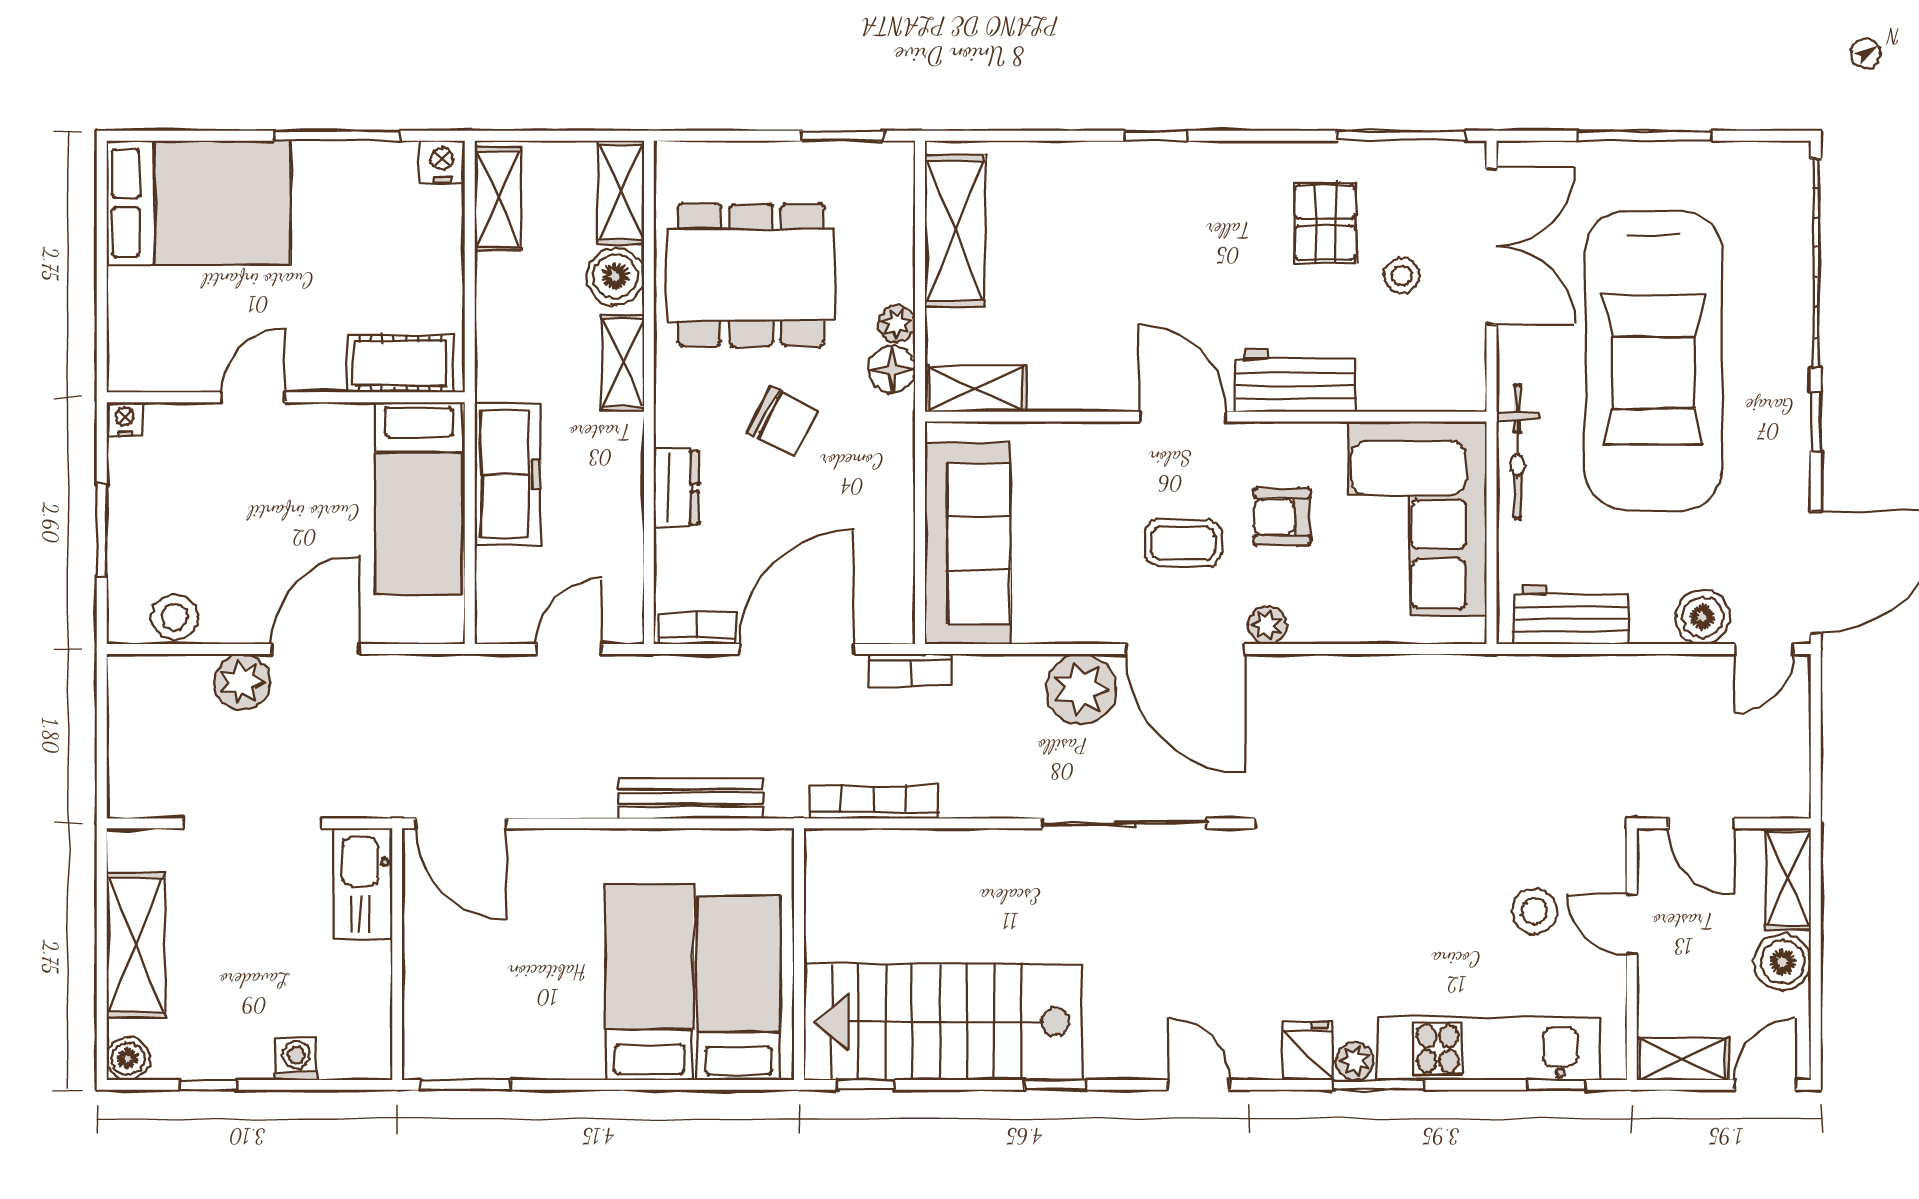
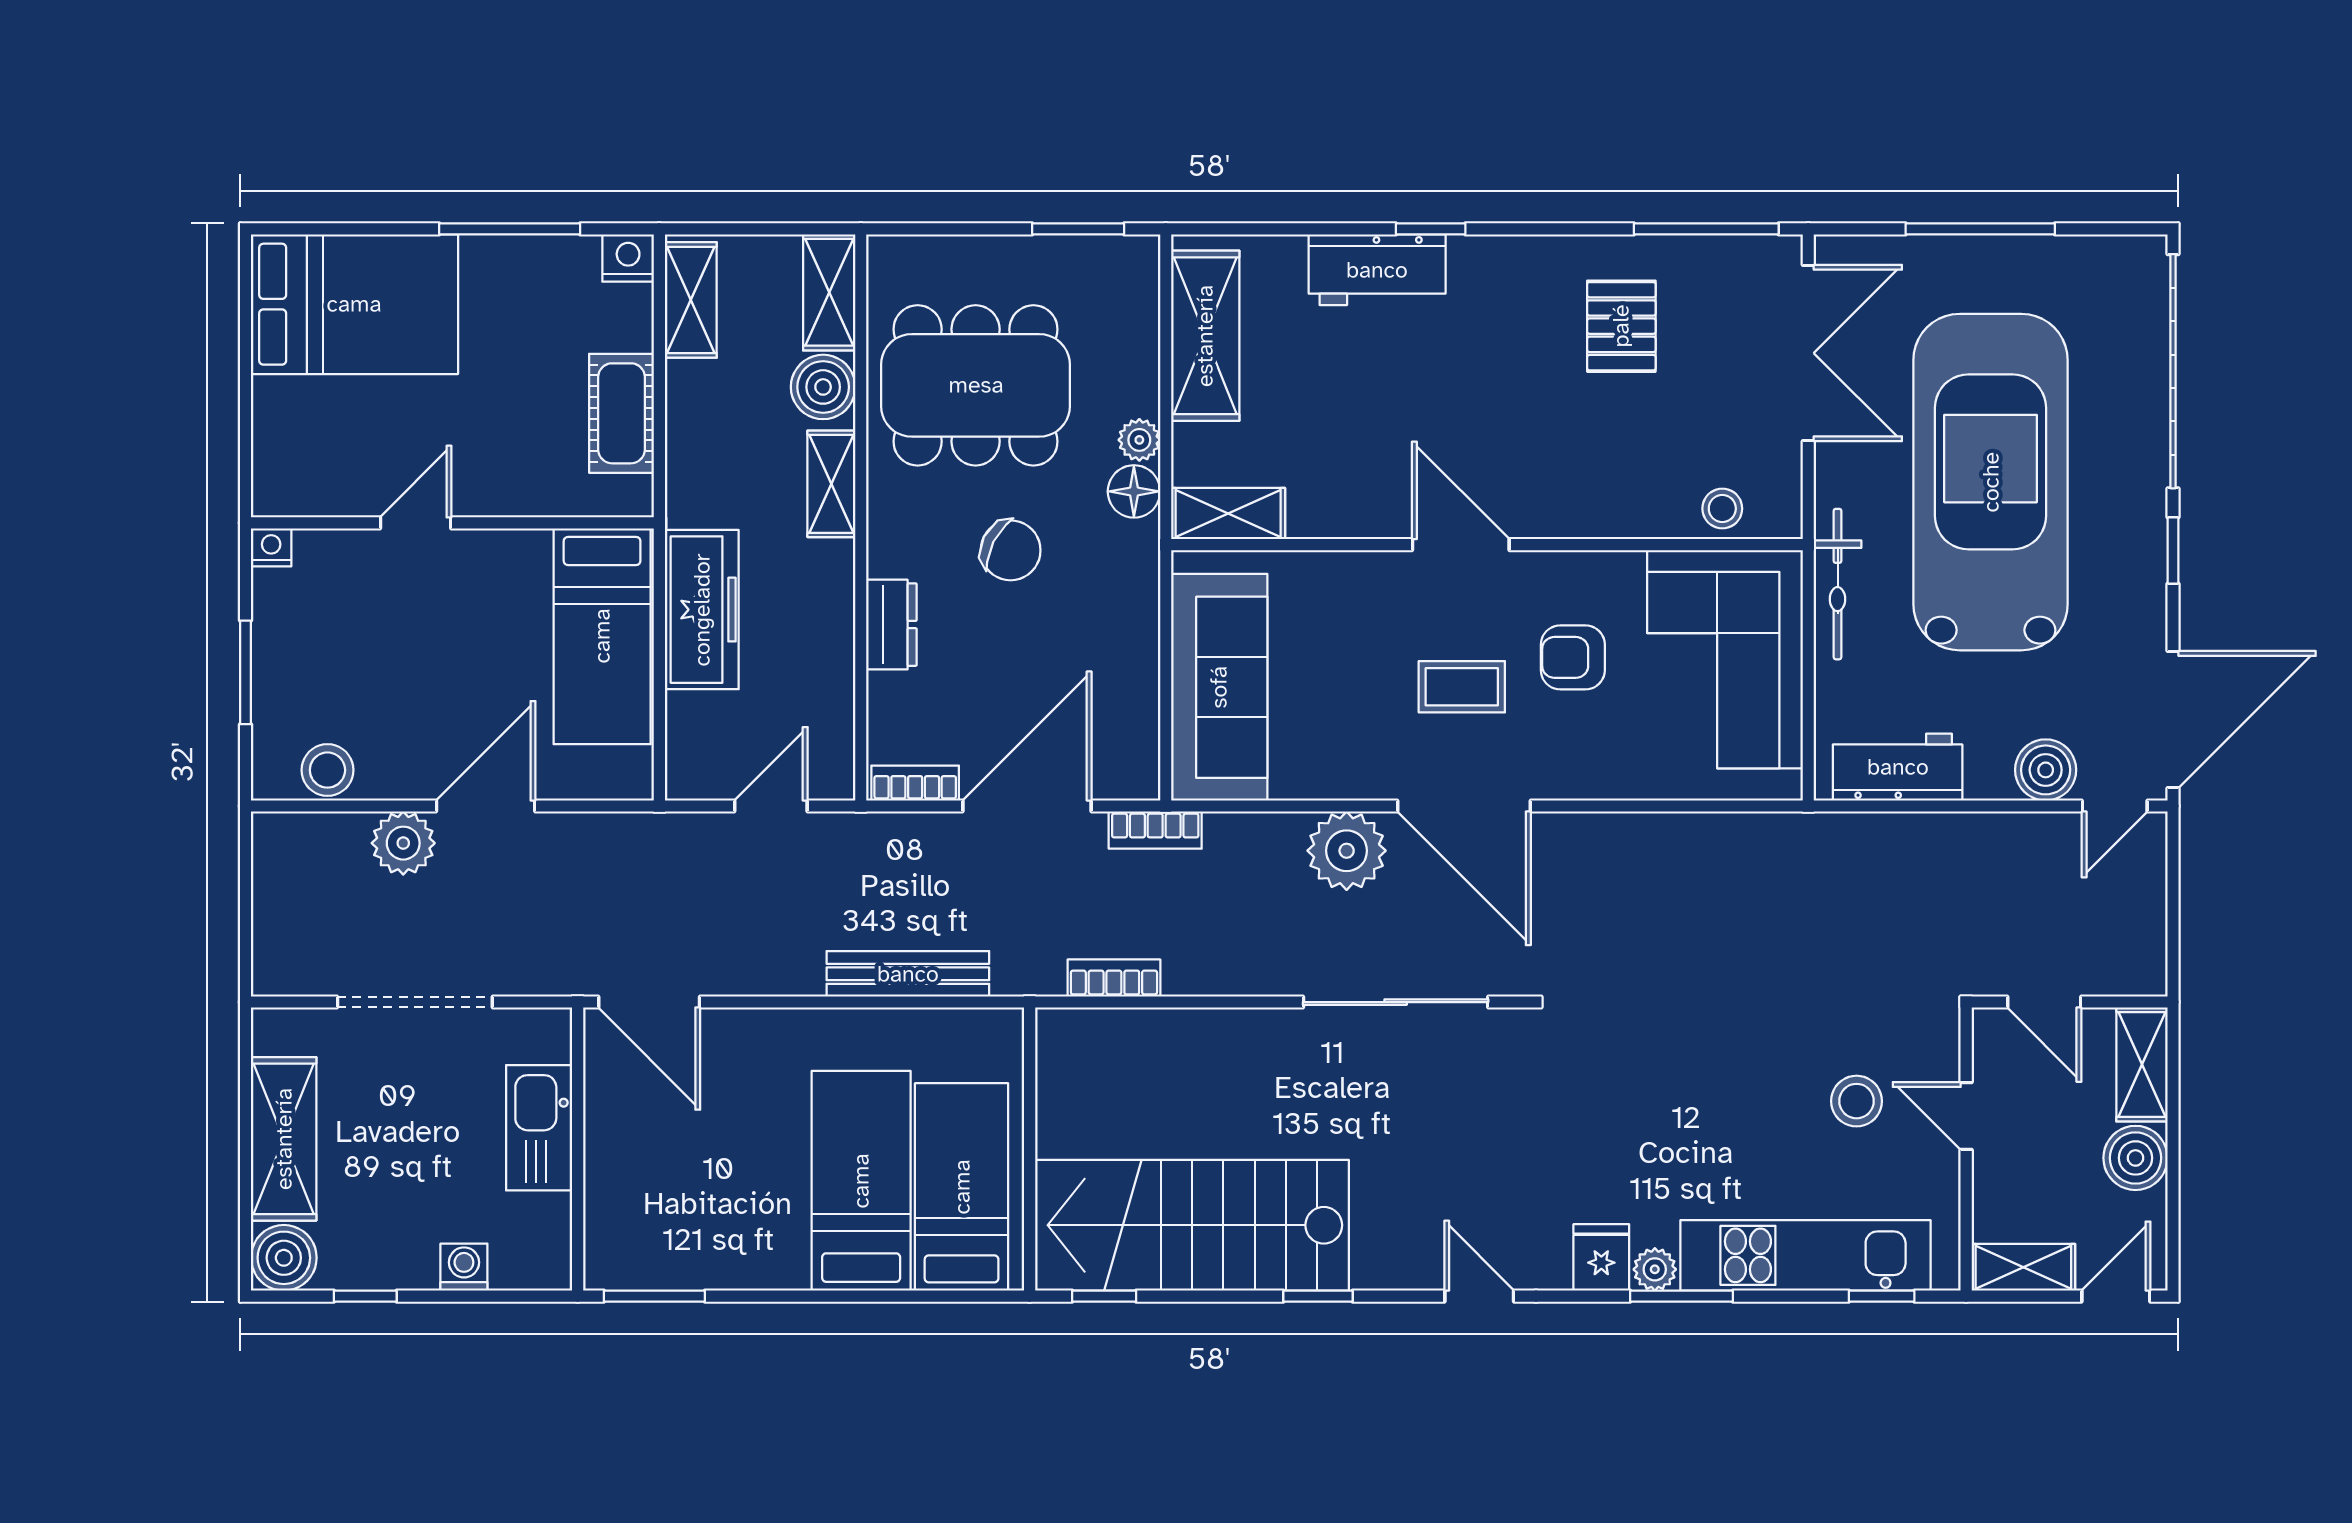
stool: (1402, 276) -> (1722, 509), moved
car: (1654, 361) -> (1991, 482), turned 180
cot: (400, 364) -> (621, 413), moved, turned 90
workbench: (1295, 380) -> (1377, 270), moved, turned 180
plant: (1267, 625) -> (1556, 779), removed
bookcase: (874, 802) -> (1114, 978), width x0.64
kitchen sink: (363, 884) -> (539, 1128), moved
boiler: (128, 1059) -> (284, 1258), width x1.36, depth x1.36

